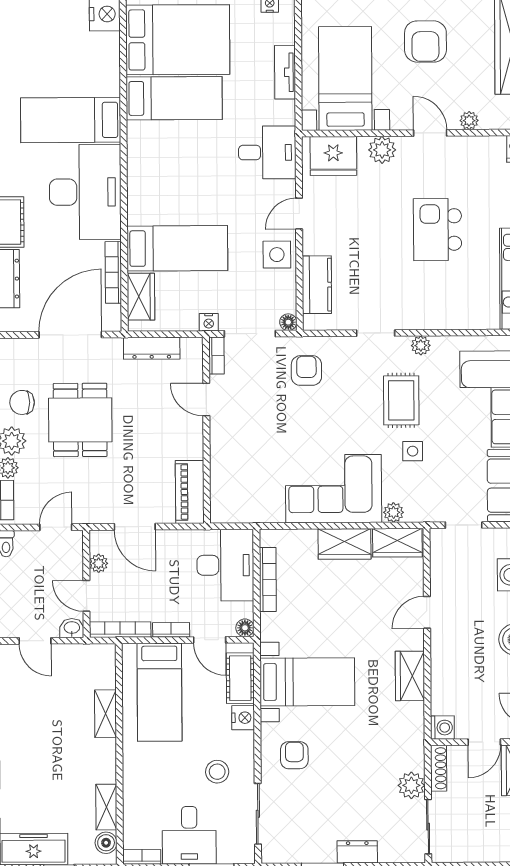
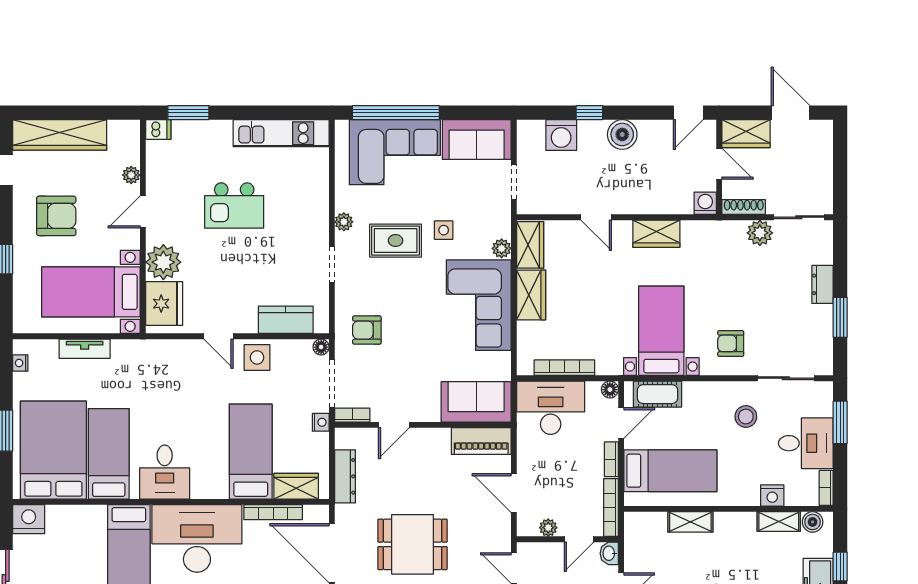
plant: (382, 150) -> (163, 262), width x1.36, depth x1.36
desk: (267, 152) -> (165, 472), moved, turned 180
sofa: (231, 486) -> (476, 402), added
door: (135, 527) -> (514, 493), swing flipped
nightstand: (243, 718) -> (772, 495), moved, turned 180

